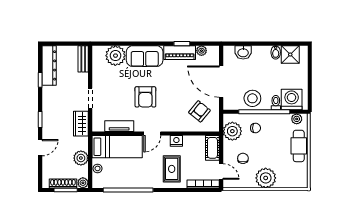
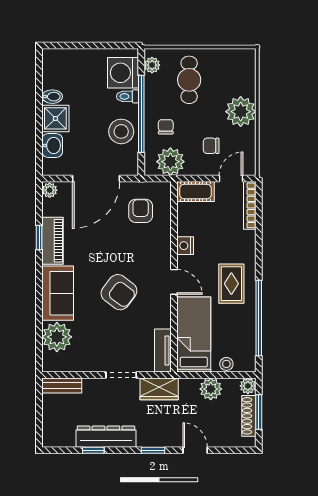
plant: (201, 51) -> (50, 190), moved
shower: (290, 55) -> (55, 118), moved
dresser: (49, 65) -> (106, 437), moved
armchair: (145, 97) -> (119, 292), turned 37
armchair: (199, 111) -> (141, 211), turned 51
tv unit: (119, 126) -> (163, 351), moved
cafe table: (299, 146) -> (189, 80), moved, turned 90
rug: (172, 169) -> (231, 284), moved, turned 90

